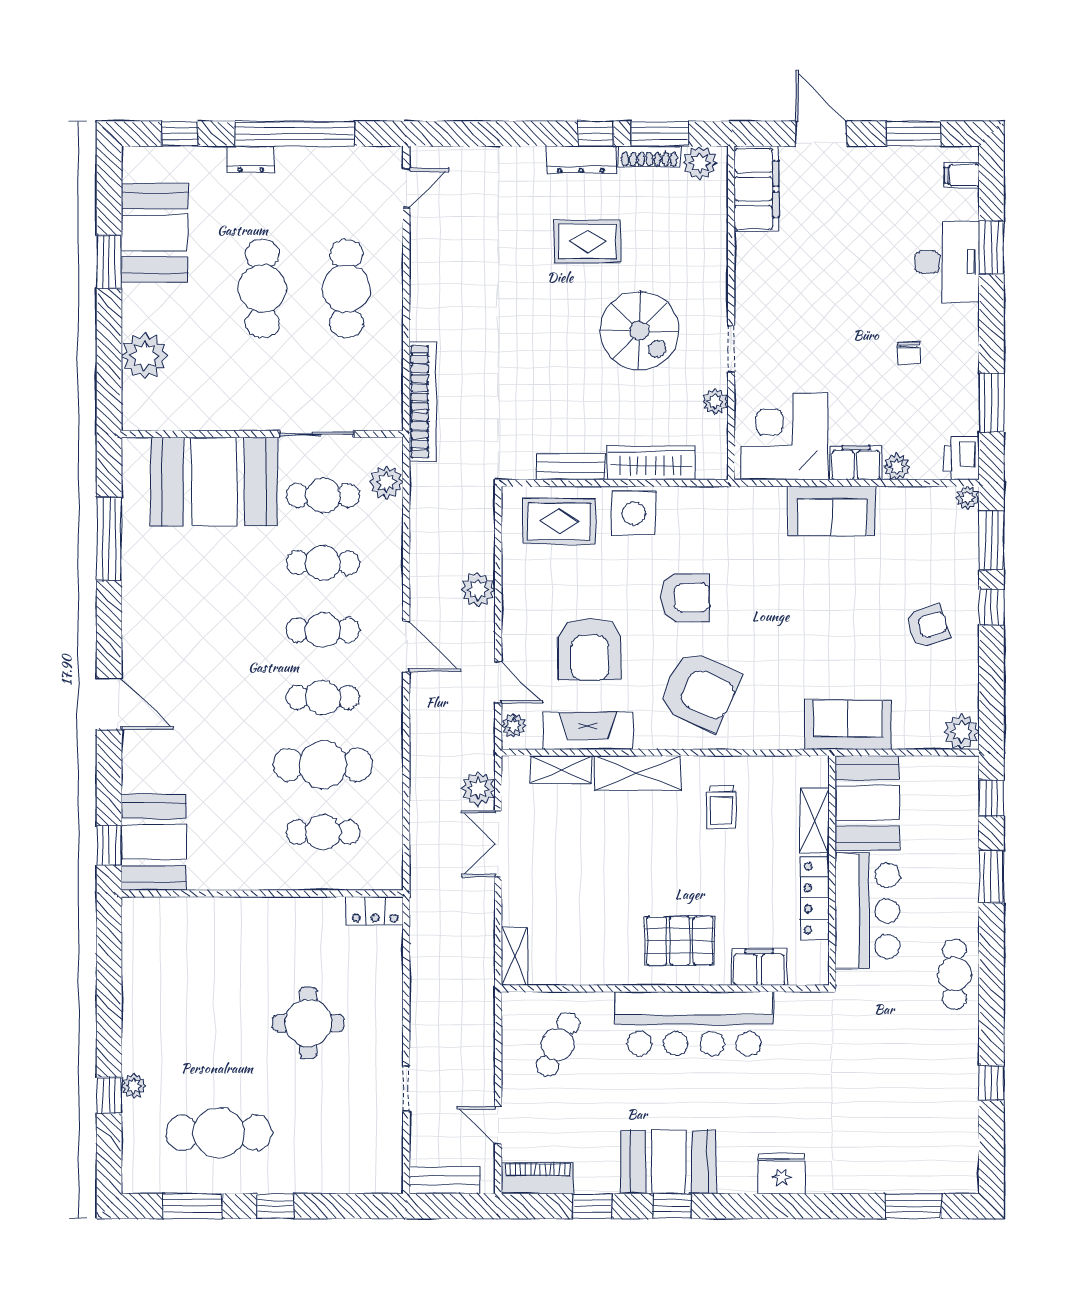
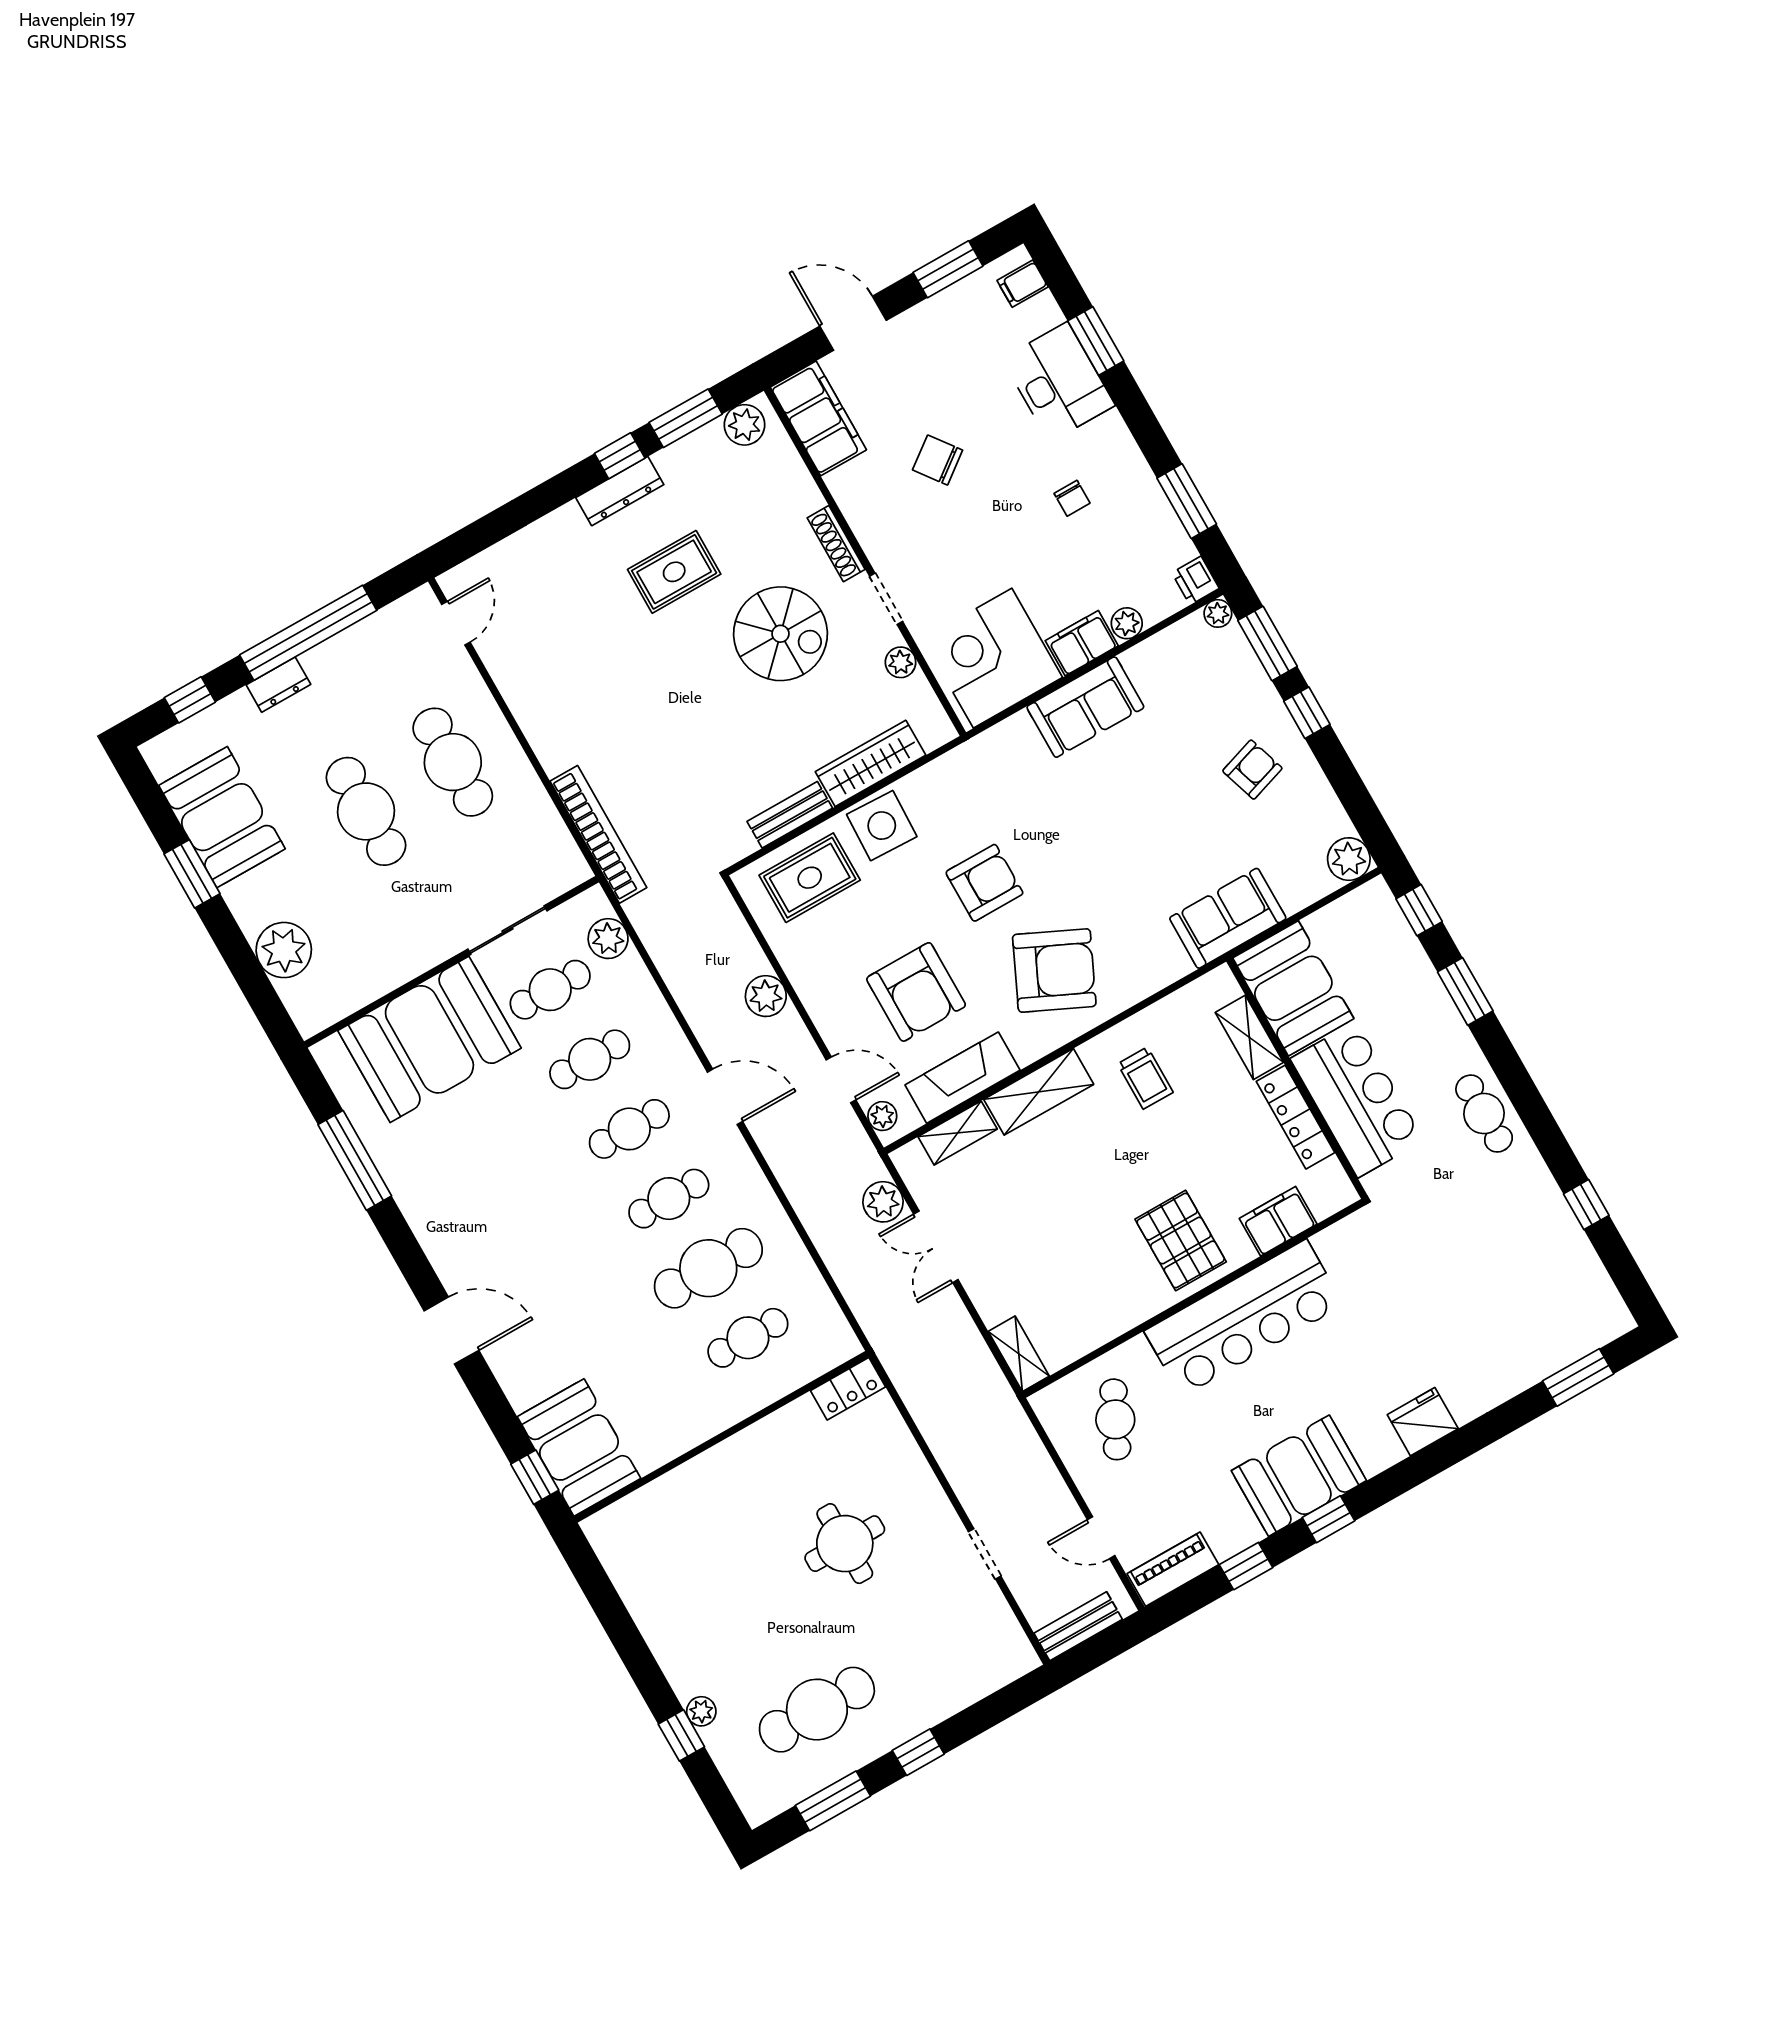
shoe rack: (649, 157) -> (836, 544), moved, turned 90
chair: (826, 269) -> (938, 460), added
printer: (962, 458) -> (1195, 580), width x0.73, depth x0.81
pallet: (680, 941) -> (1181, 1241), turned 90

